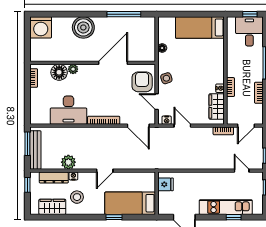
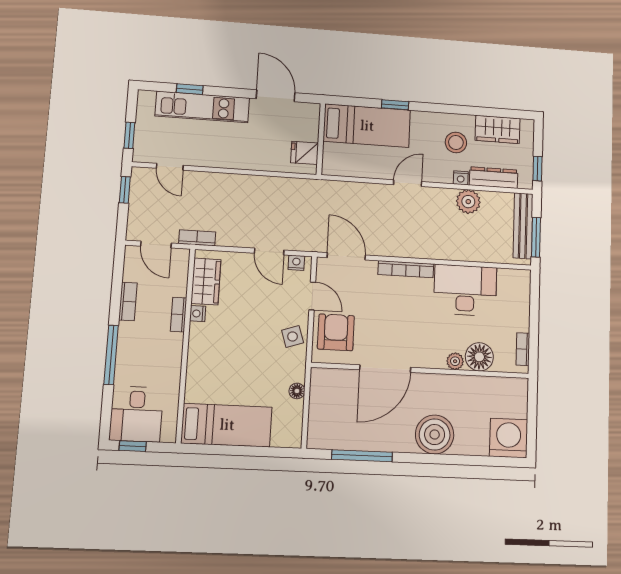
armchair: (142, 82) -> (336, 332), turned 180
door: (246, 126) -> (156, 245), swing flipped

